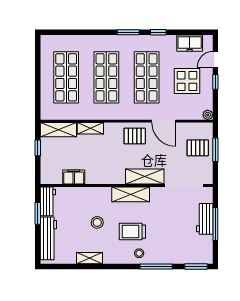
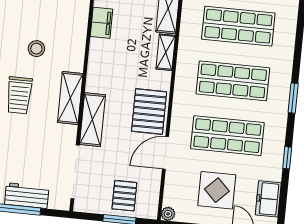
window: (128, 32) -> (293, 98), moved
pallet: (135, 136) -> (149, 112), width x1.50, depth x1.42
trolley: (132, 232) -> (19, 95), turned 180

